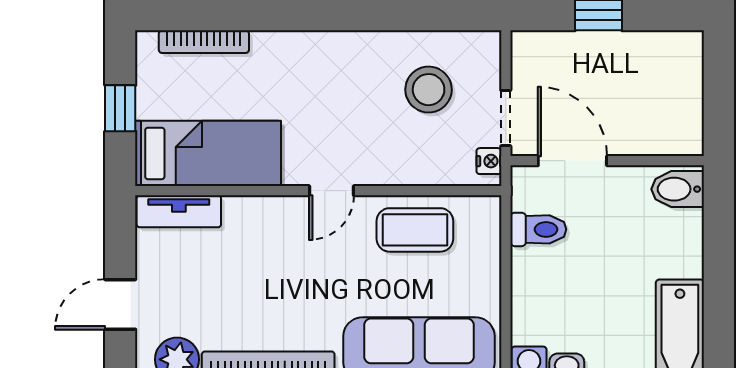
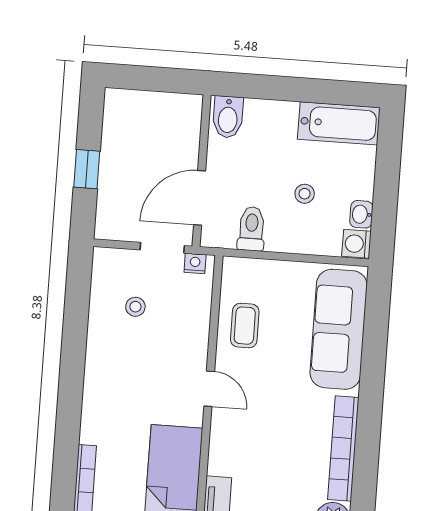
stool: (429, 90) -> (135, 307), width x0.53, depth x0.53
coffee table: (415, 230) -> (245, 326), width x0.73, depth x0.77
stool: (588, 294) -> (305, 194), added

